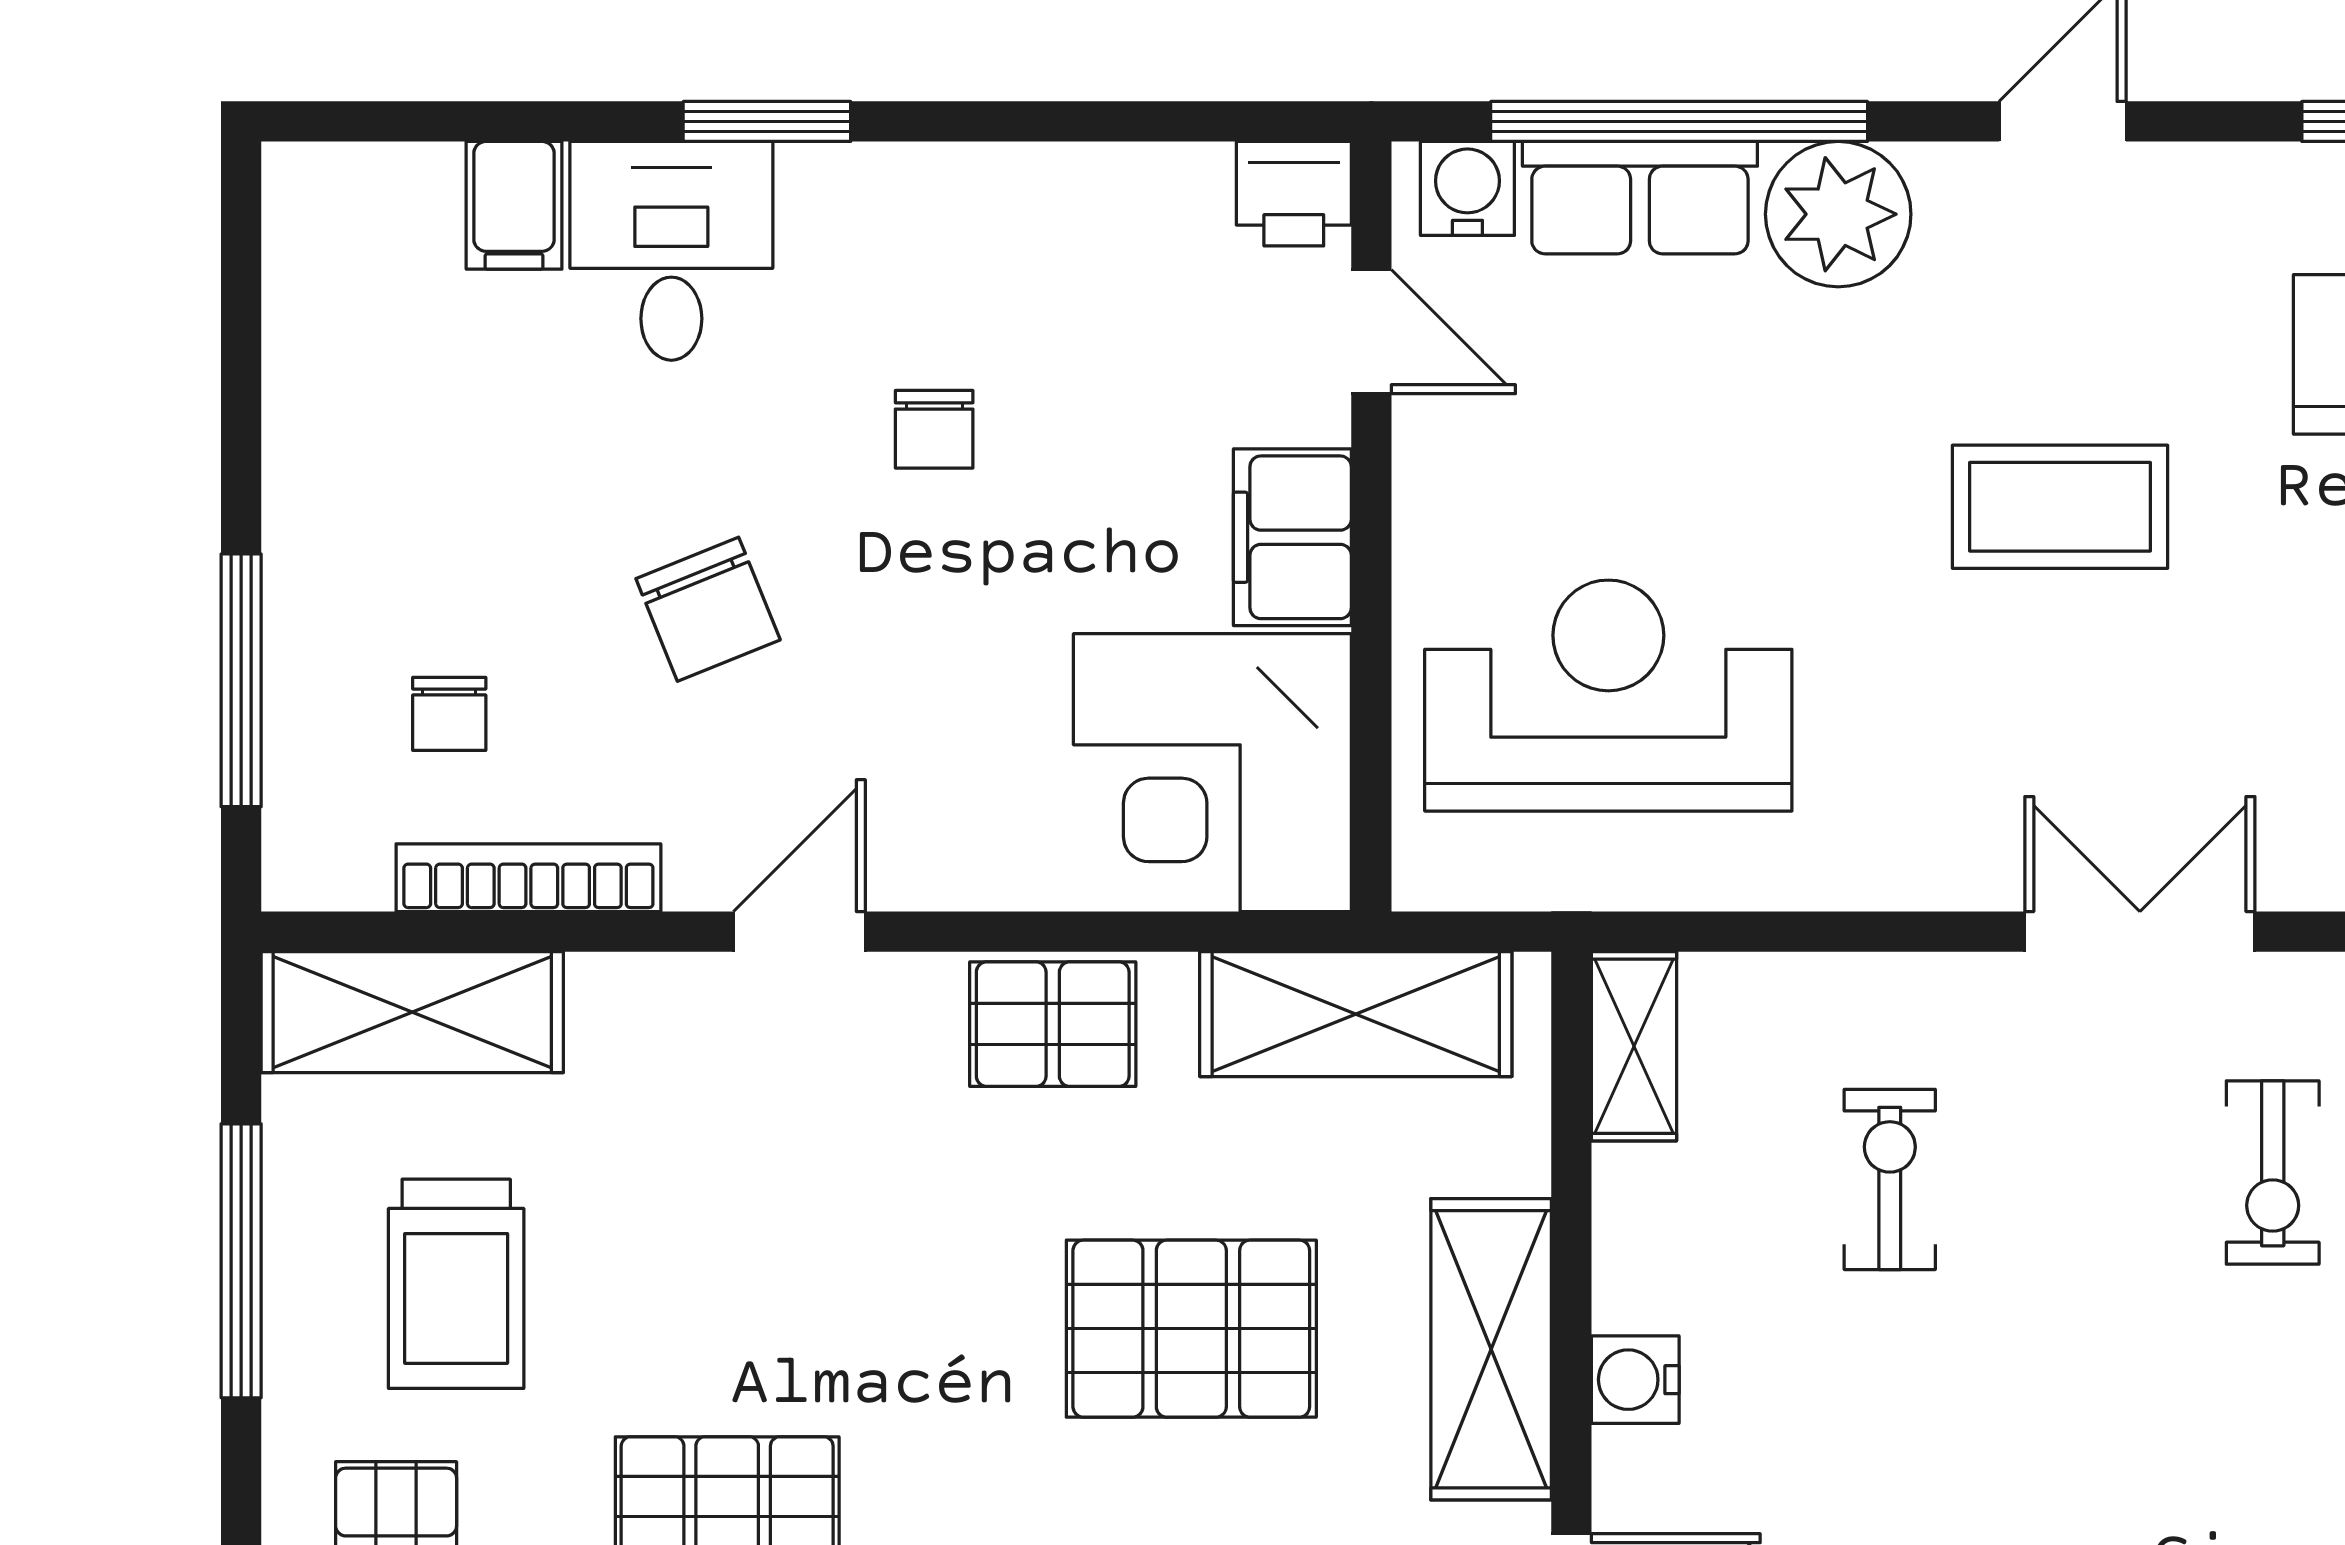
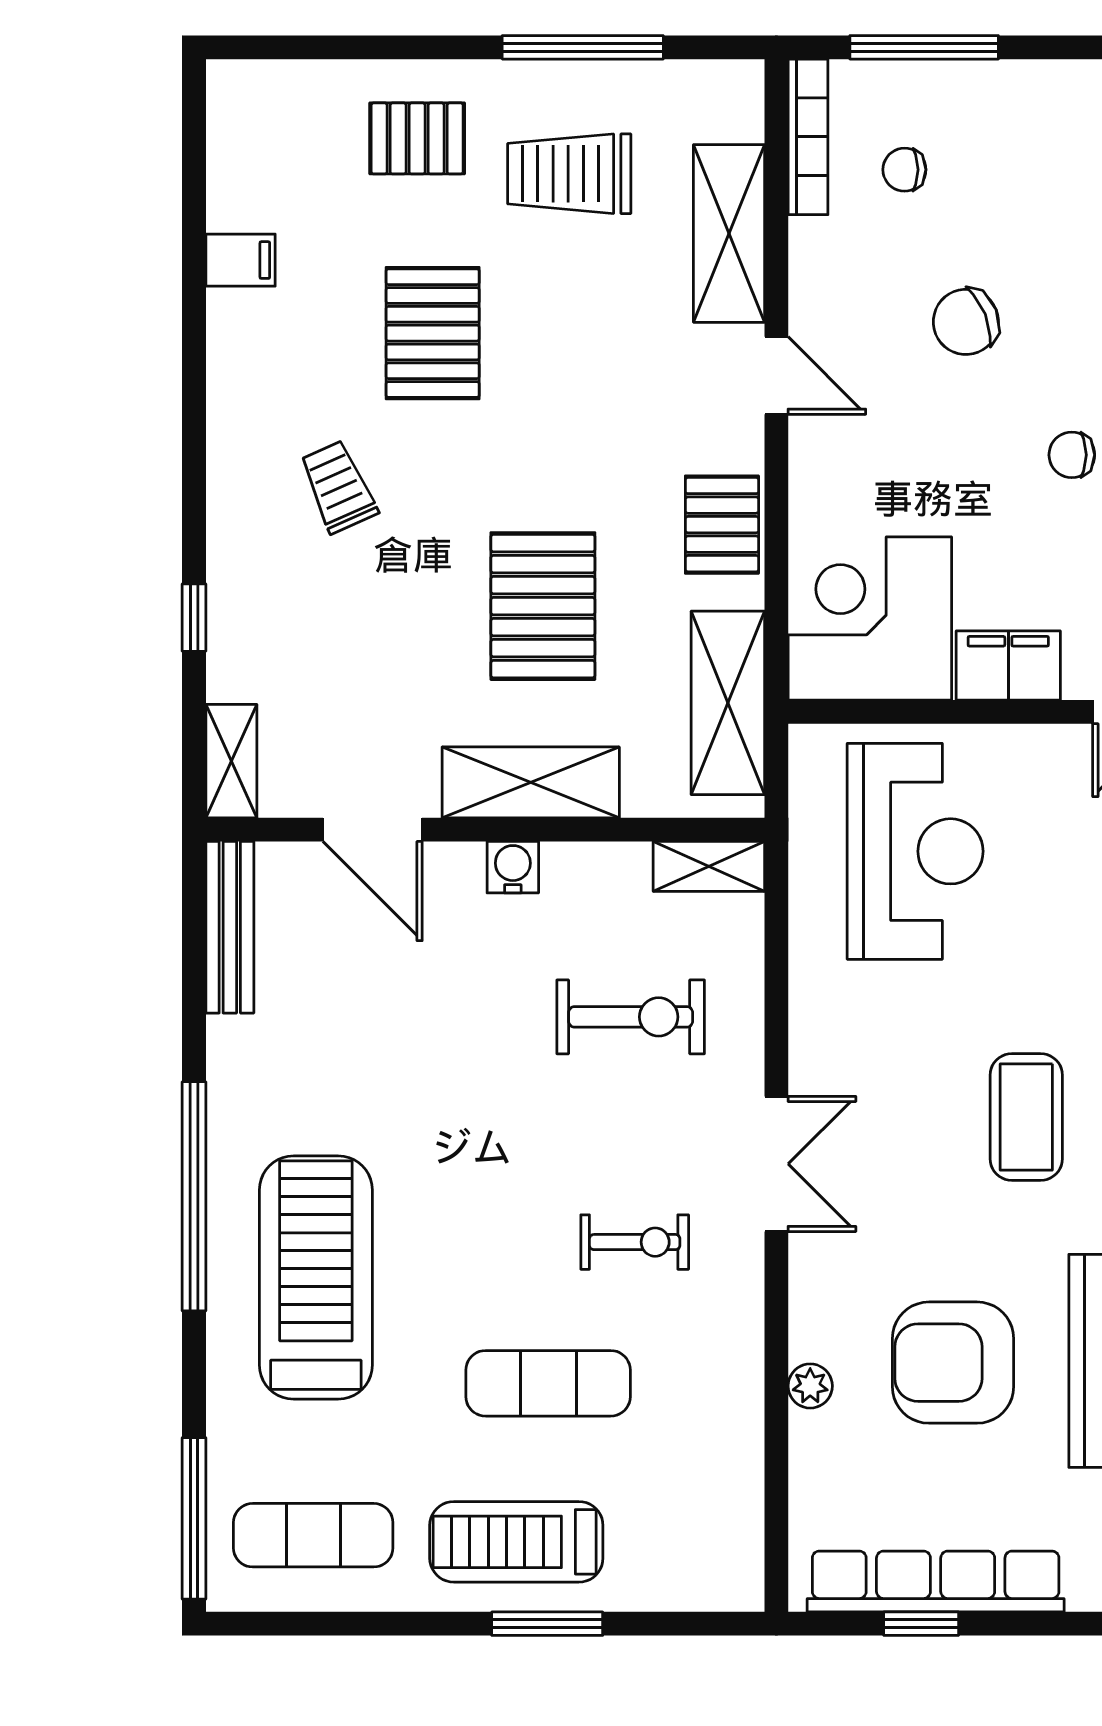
bookcase: (528, 878) -> (808, 137), moved
shelving: (412, 1012) -> (729, 233), moved
exercise bike: (2273, 1172) -> (635, 1242), turned 180
exercise bike: (1890, 1179) -> (631, 1017), width x1.38, depth x1.39

